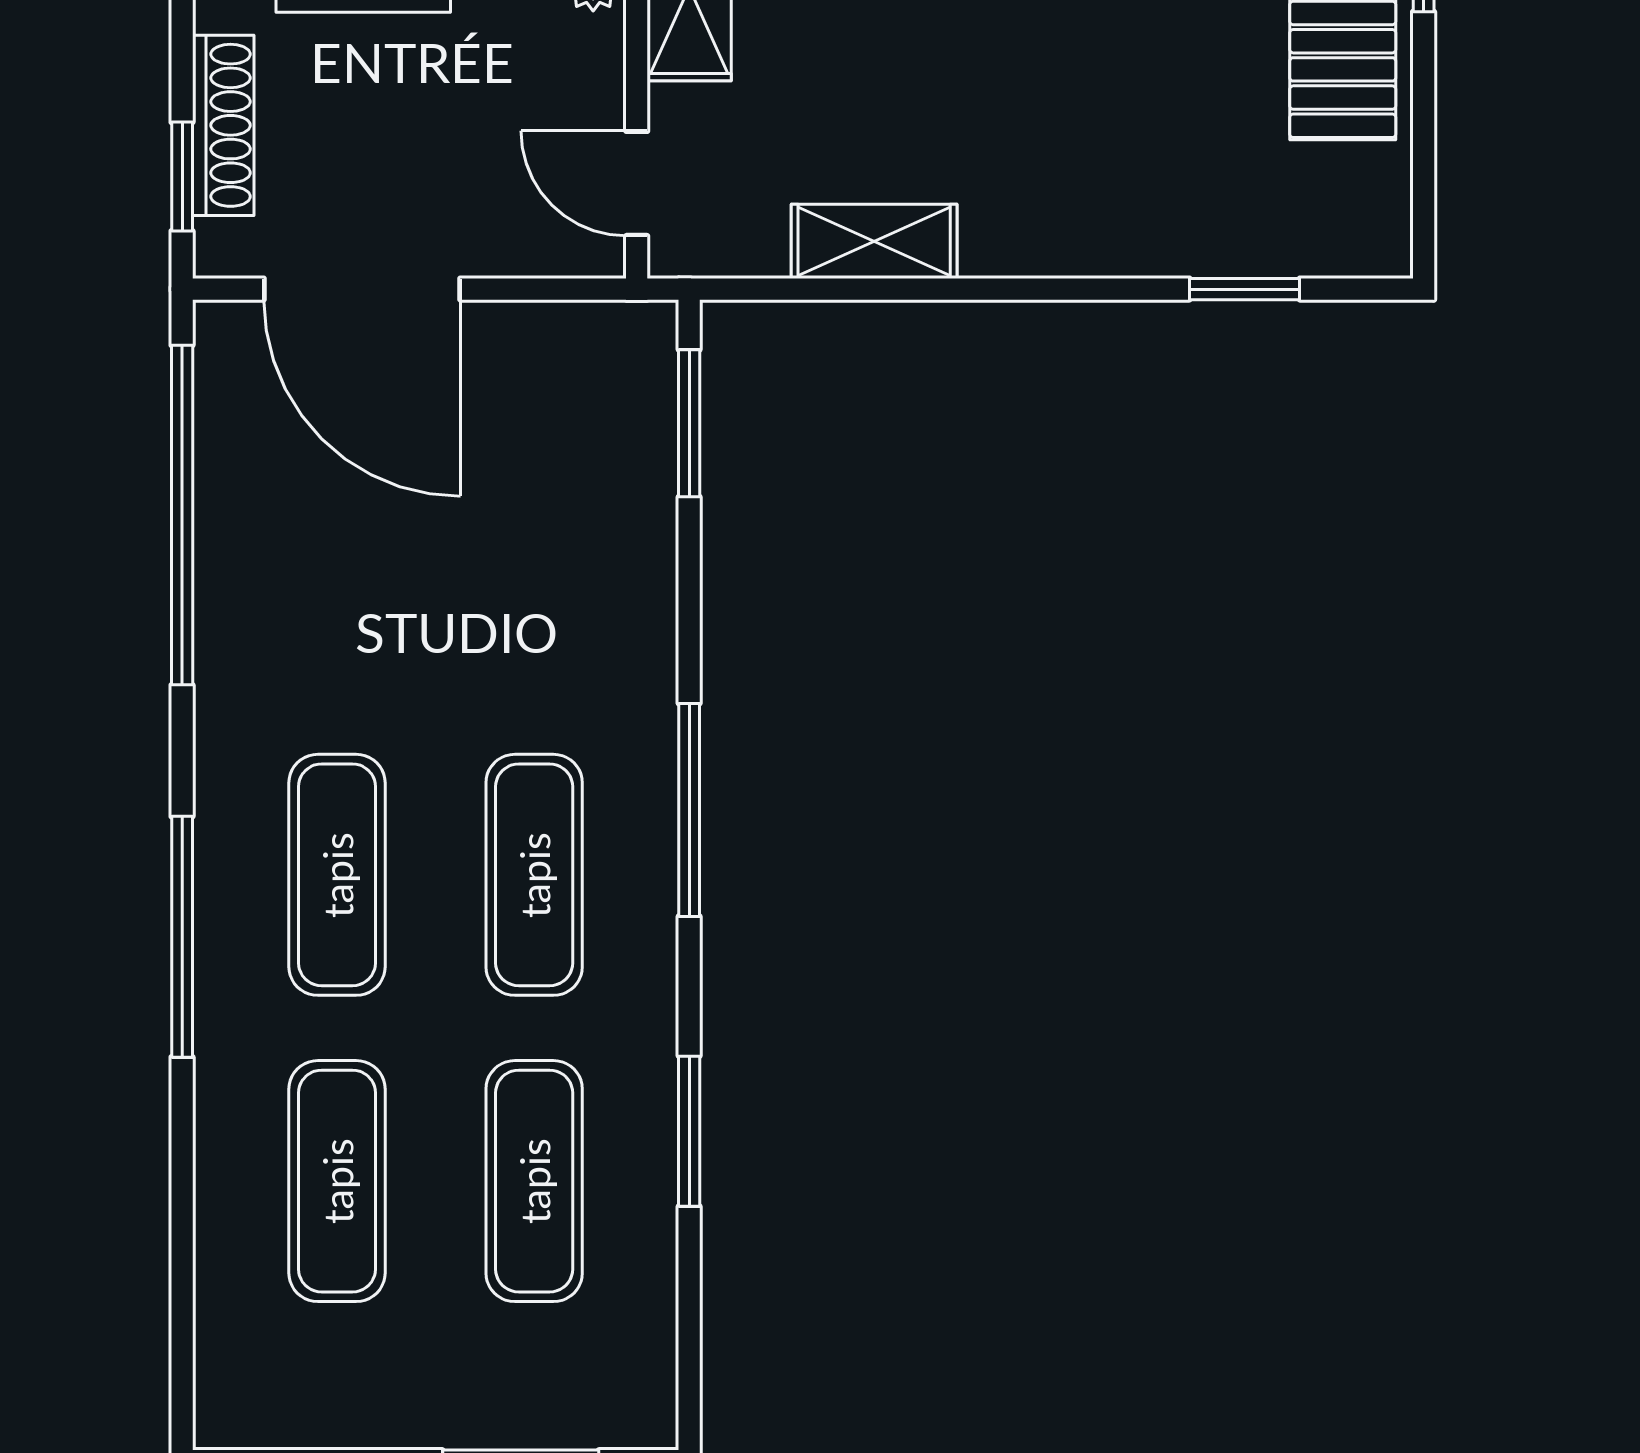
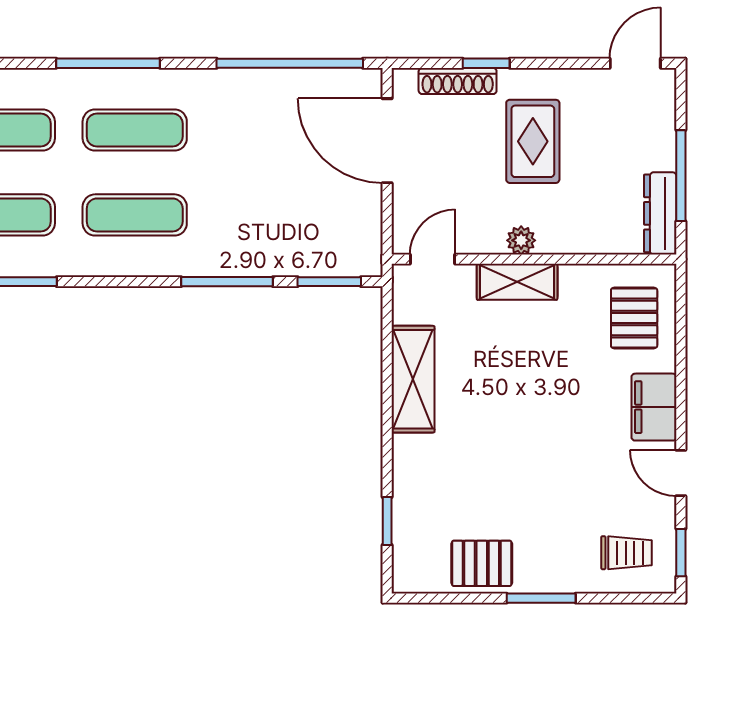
window: (182, 177) -> (486, 63), moved
shelving: (874, 241) -> (413, 379), width x1.50, depth x1.33
door: (362, 289) -> (387, 141), hinge flipped
window: (689, 810) -> (227, 282), moved

